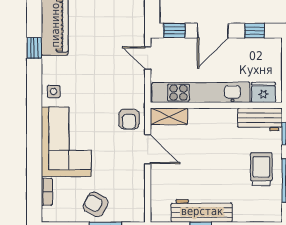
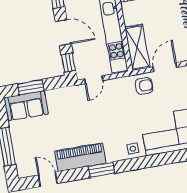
window: (34, 48) -> (101, 170), width x1.50
shelving: (169, 116) -> (137, 47), width x1.50, depth x1.33

